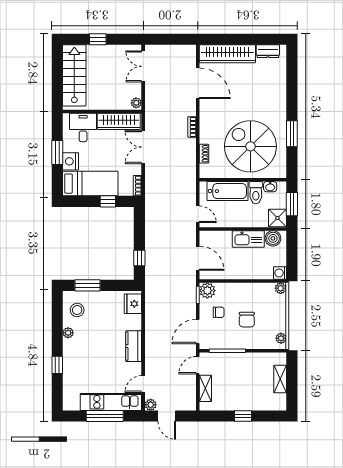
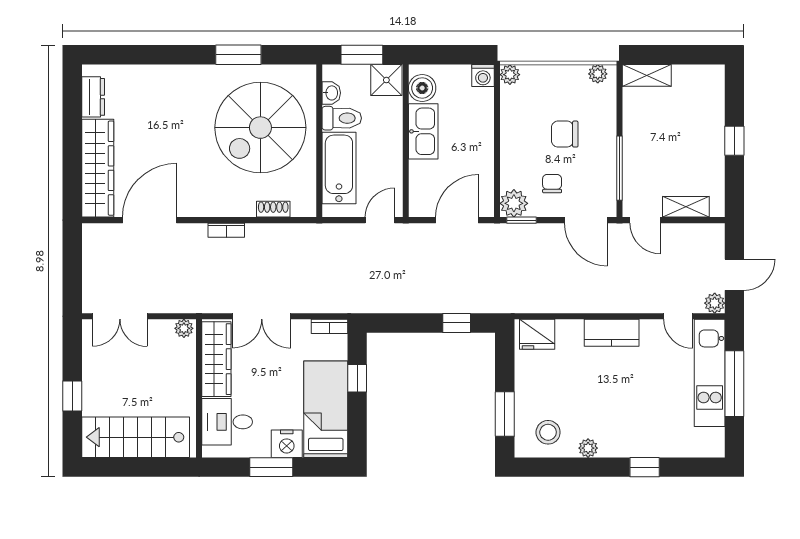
chair: (247, 320) -> (565, 134), turned 180
shelving: (280, 379) -> (647, 75), moved

